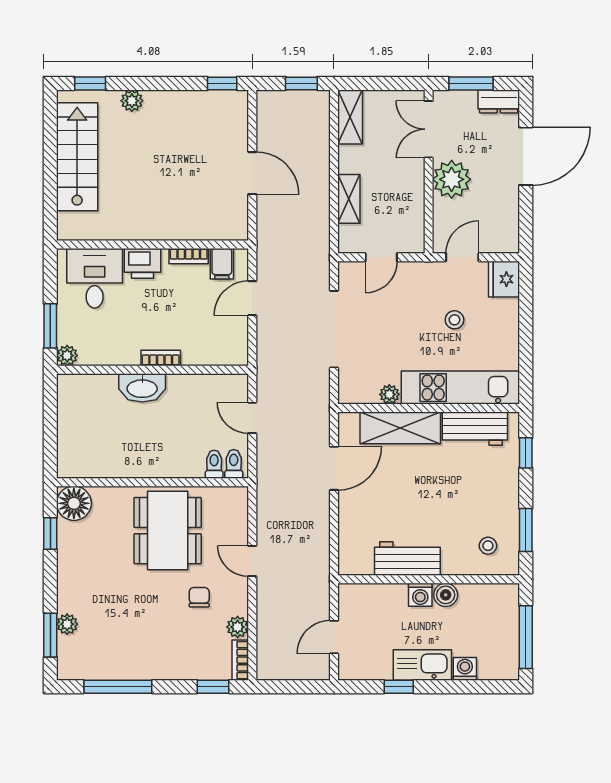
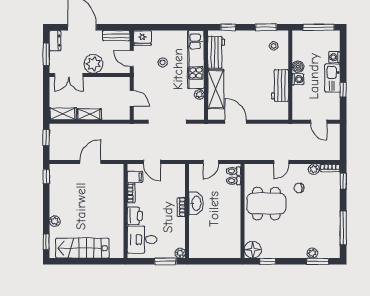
shelving: (349, 199) -> (89, 114), moved
bench: (509, 226) -> (116, 36), added
washbasin: (142, 388) -> (196, 203), moved

